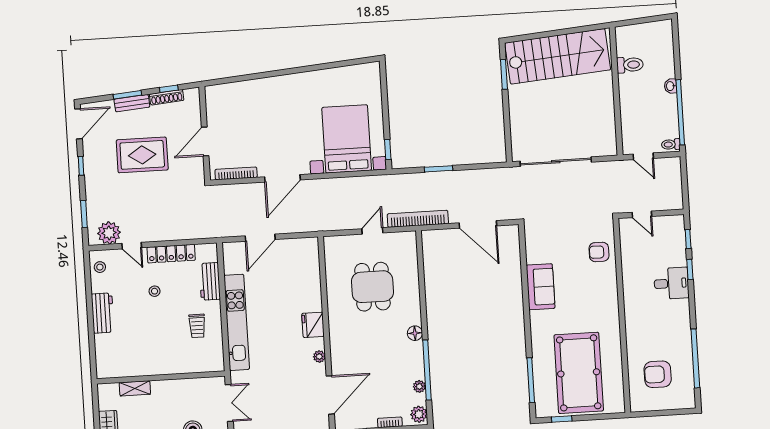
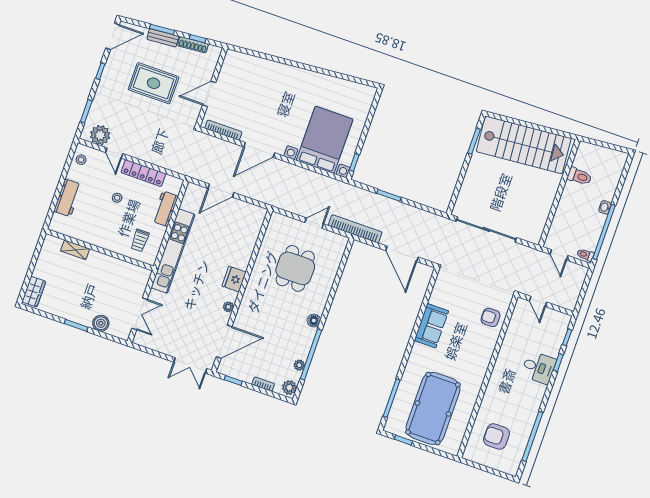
wall: (161, 377) -> (100, 250), moved
shelving: (135, 388) -> (75, 250), moved

